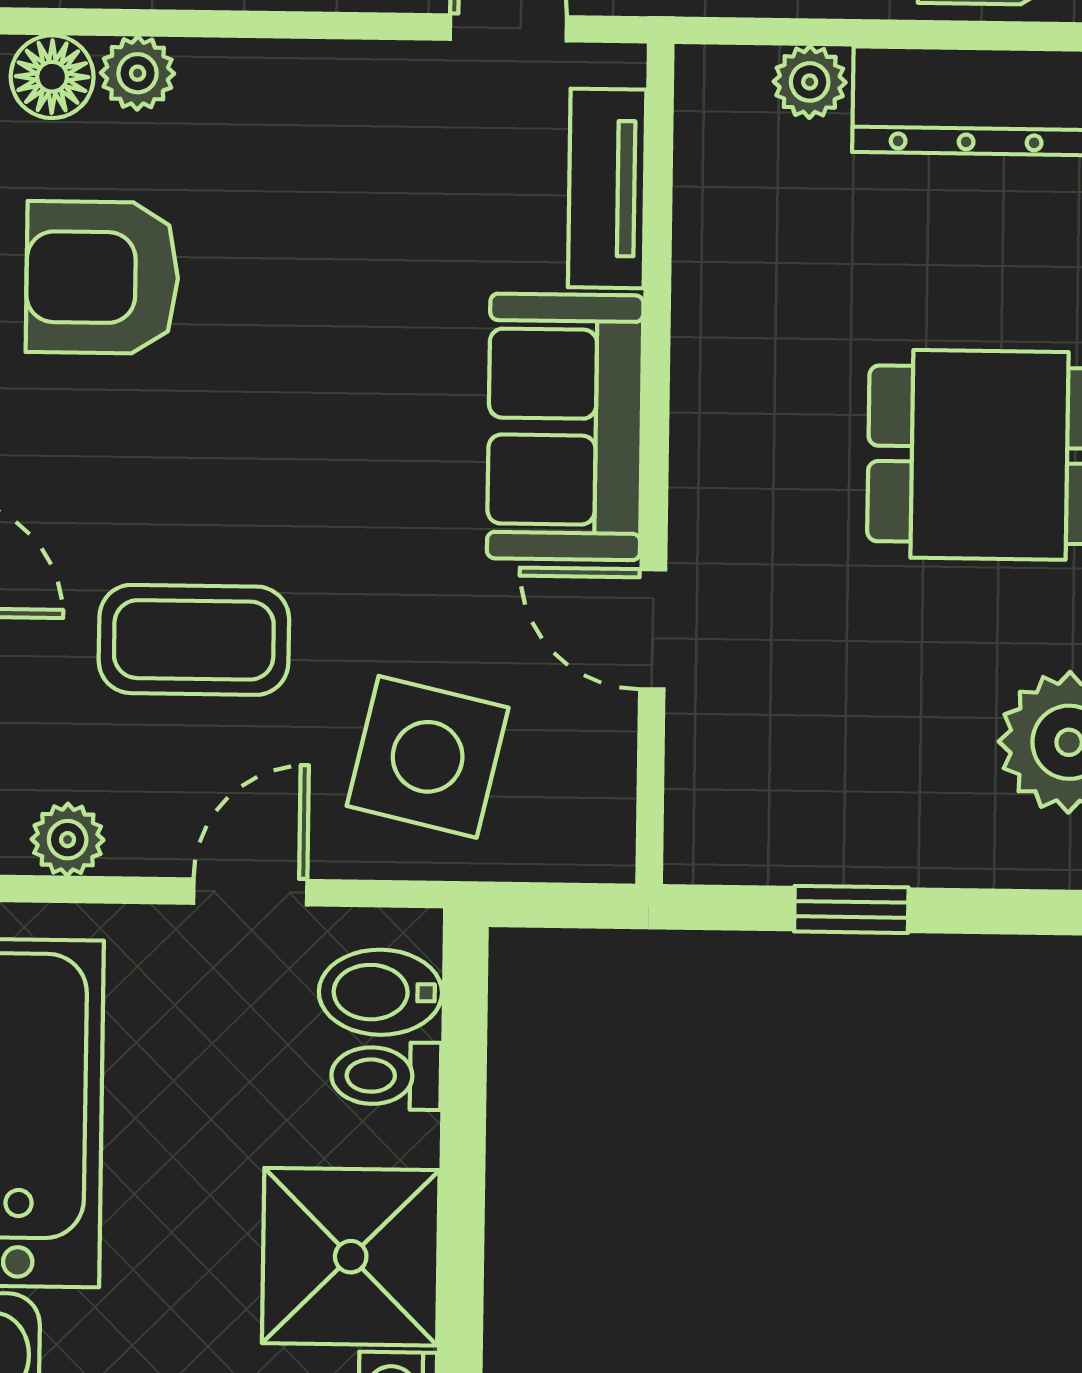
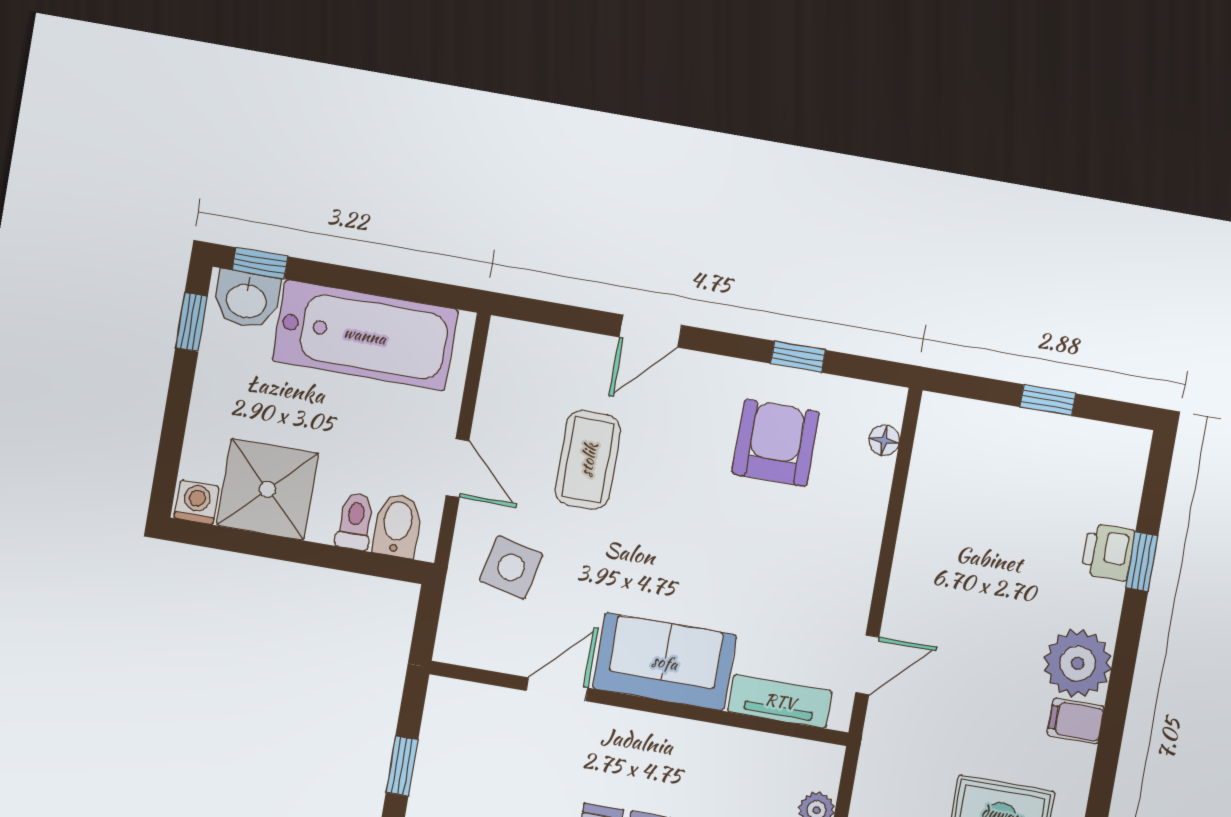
plant: (138, 73) -> (875, 477), removed
floor lamp: (52, 77) -> (884, 440), width x0.73, depth x0.73
side table: (428, 757) -> (511, 567), width x0.73, depth x0.73
plant: (68, 840) -> (498, 381), removed

